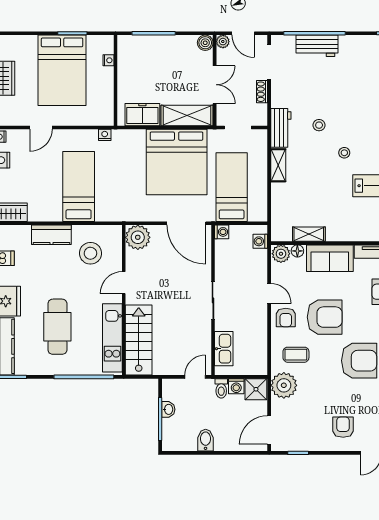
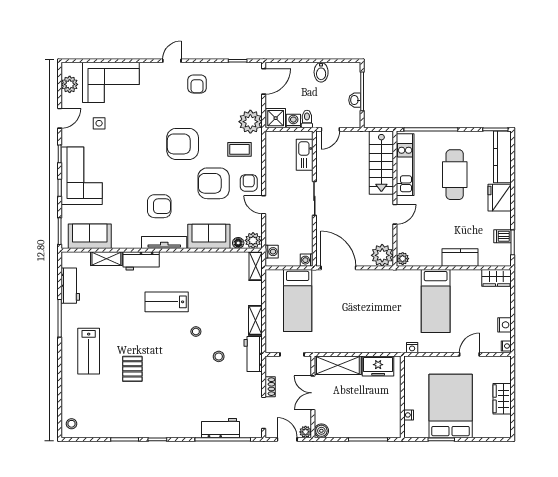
bed: (177, 162) -> (347, 323), removed
plant: (115, 234) -> (403, 259), added
shelving: (309, 234) -> (256, 266), moved, turned 90
stool: (90, 253) -> (425, 241), removed

